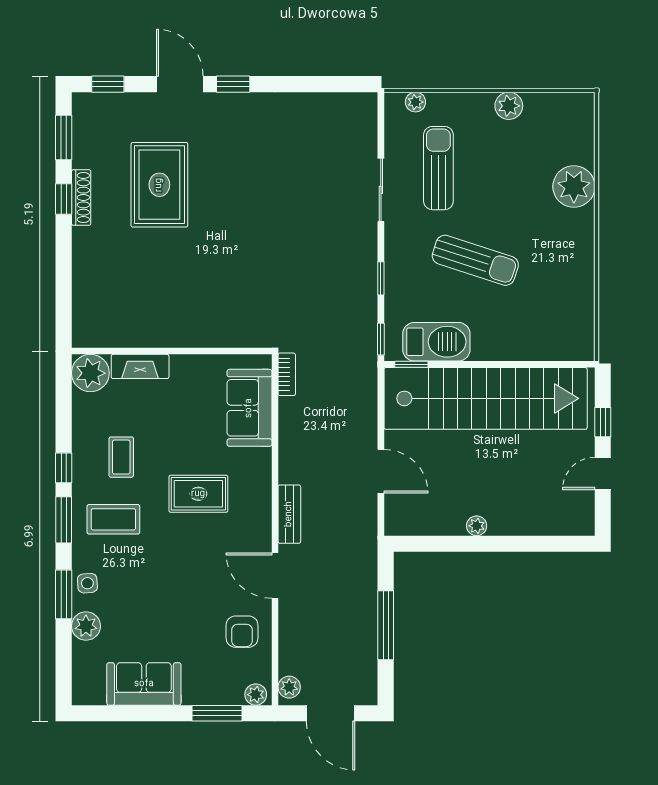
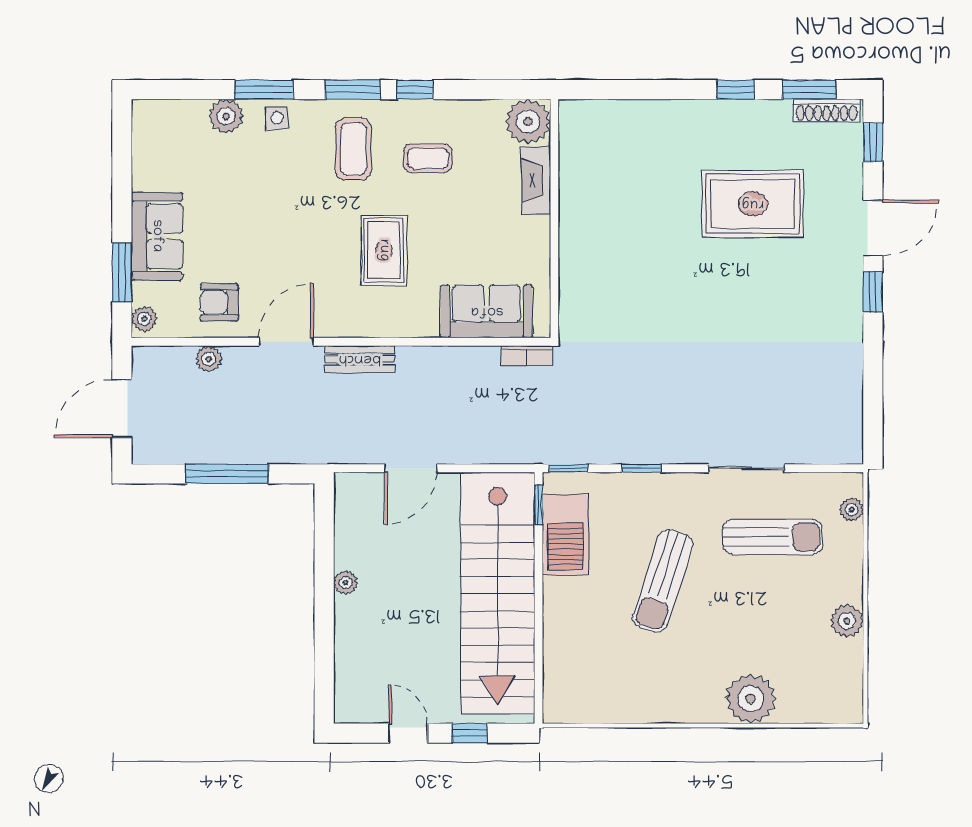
shoe rack: (81, 197) -> (827, 110), moved
sofa: (144, 684) -> (157, 236), moved
plant: (289, 687) -> (209, 359), moved

